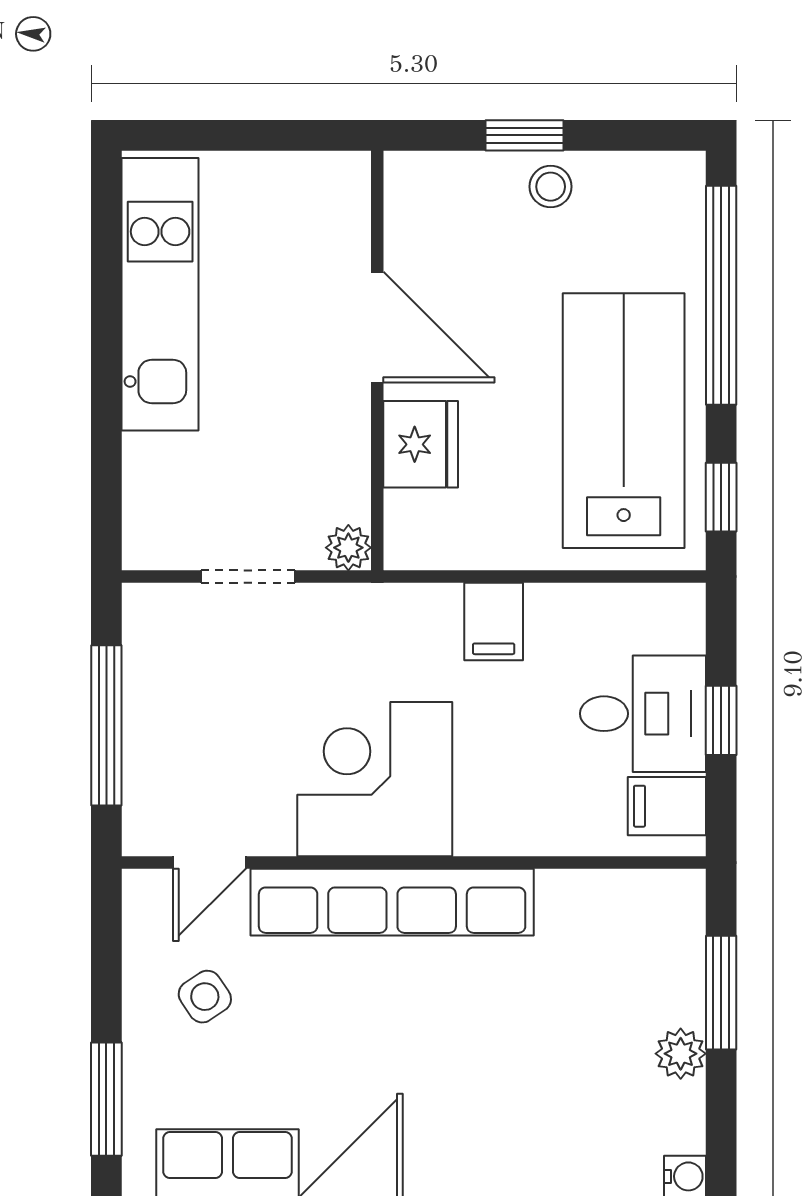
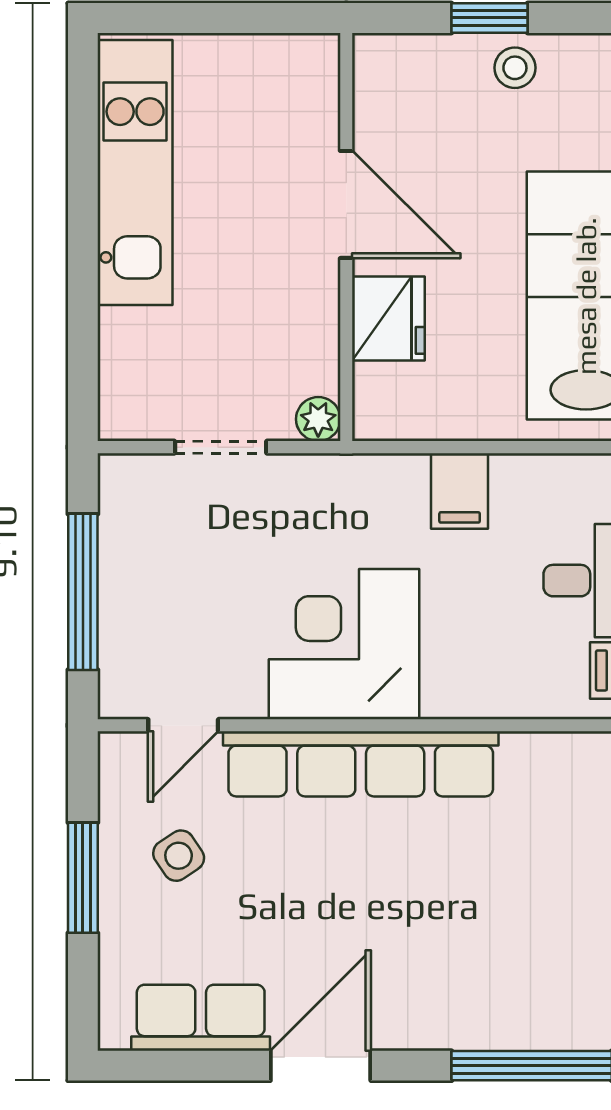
window: (106, 1099) -> (83, 878), moved

